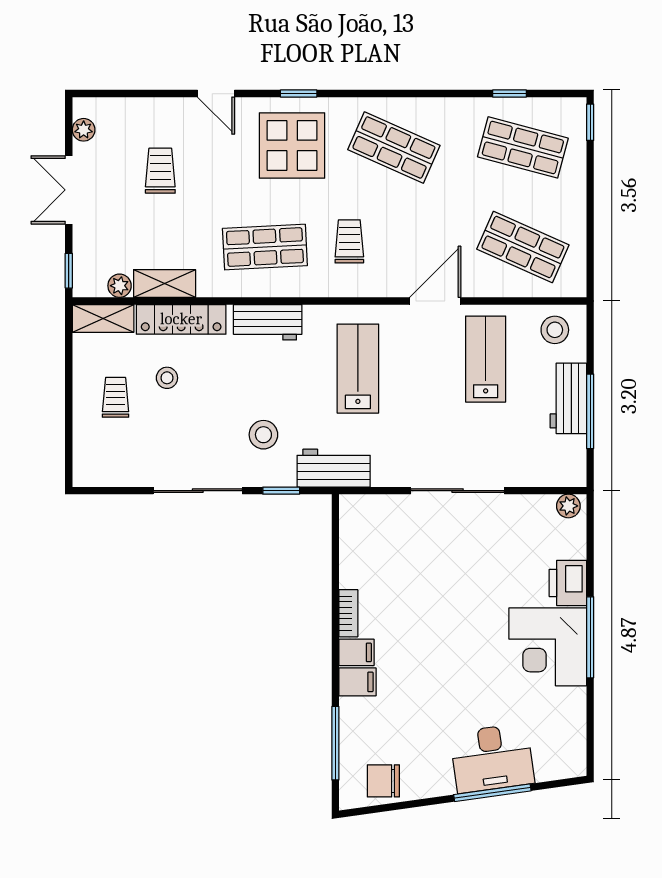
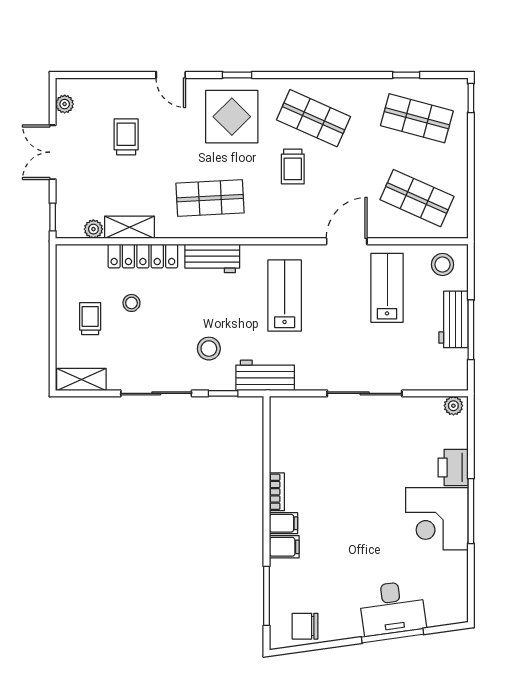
trolley: (349, 241) -> (293, 167), moved, turned 180
shelving: (103, 318) -> (81, 379), moved

